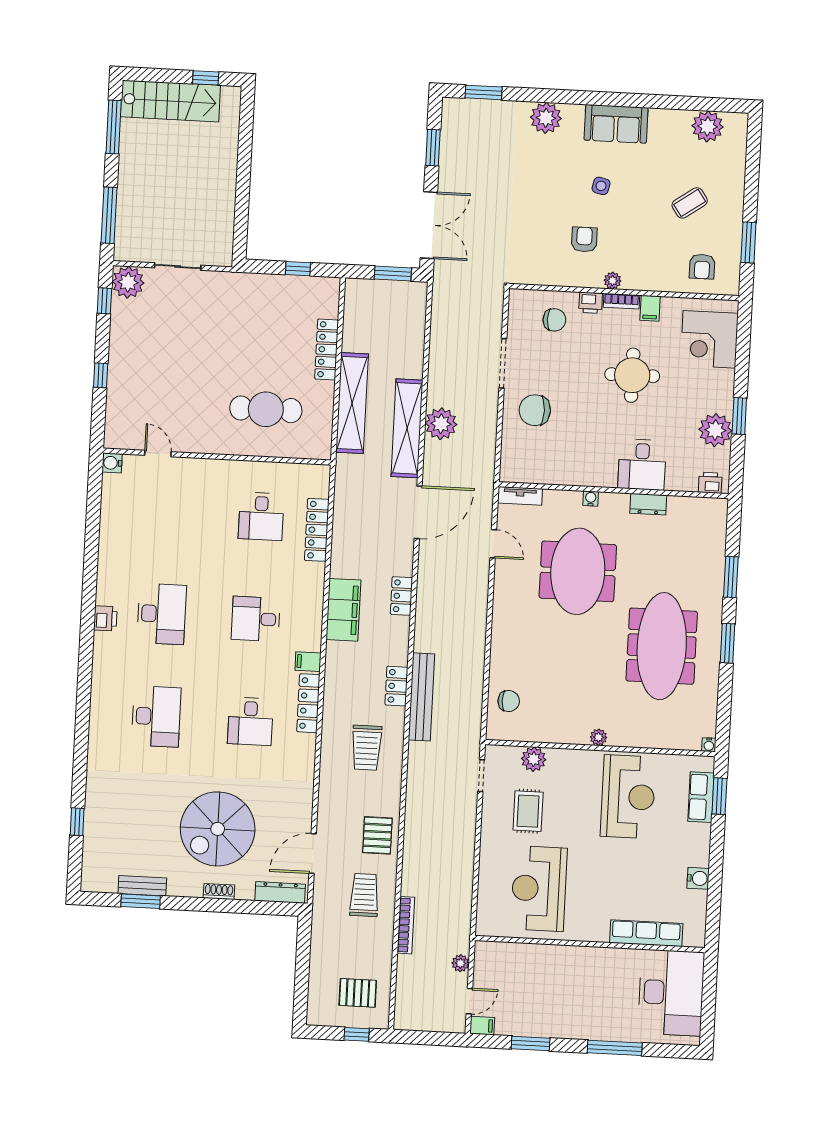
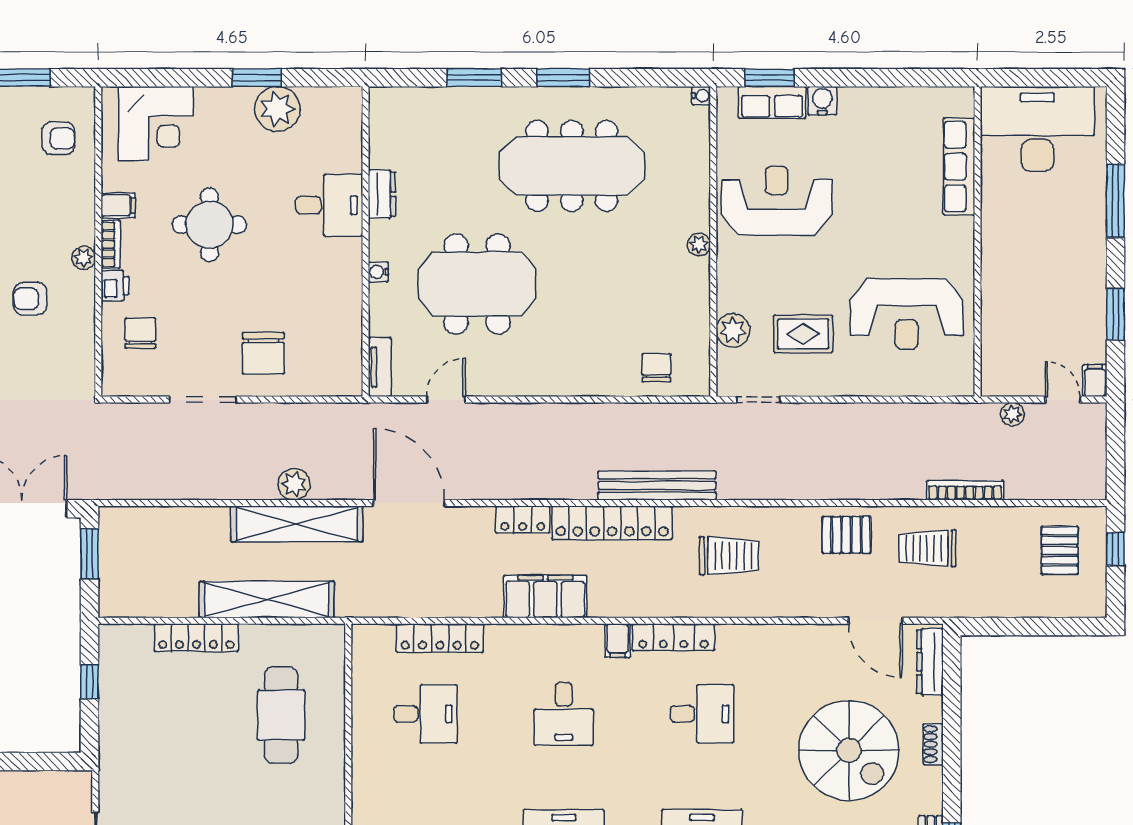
plant: (441, 424) -> (294, 484), width x0.73, depth x0.73
printer: (710, 483) -> (349, 112), removed
locker: (396, 686) -> (612, 523), width x2.16, depth x1.21
water cooler: (698, 878) -> (822, 101), moved

